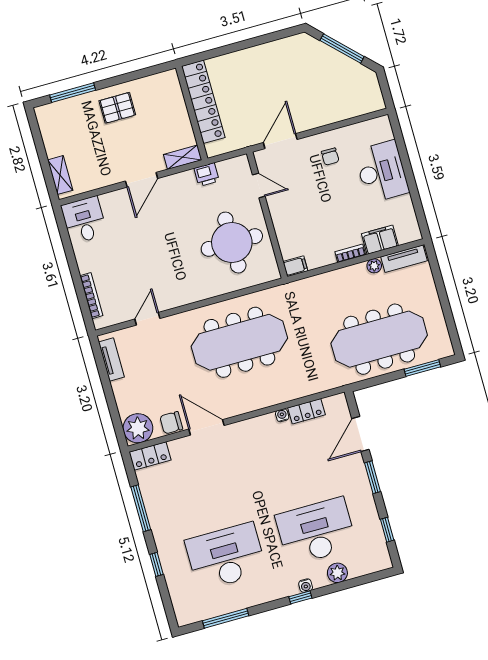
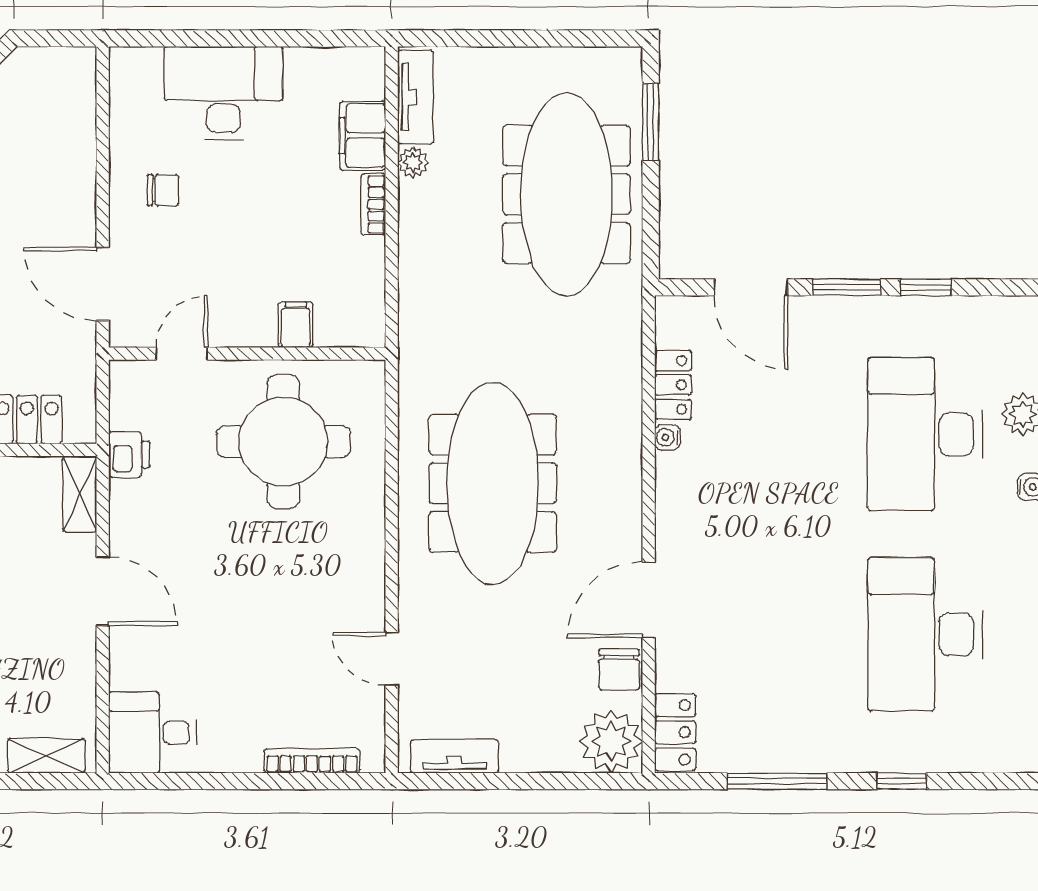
filing cabinet: (295, 266) -> (296, 325), moved
window: (387, 530) -> (926, 287), moved

